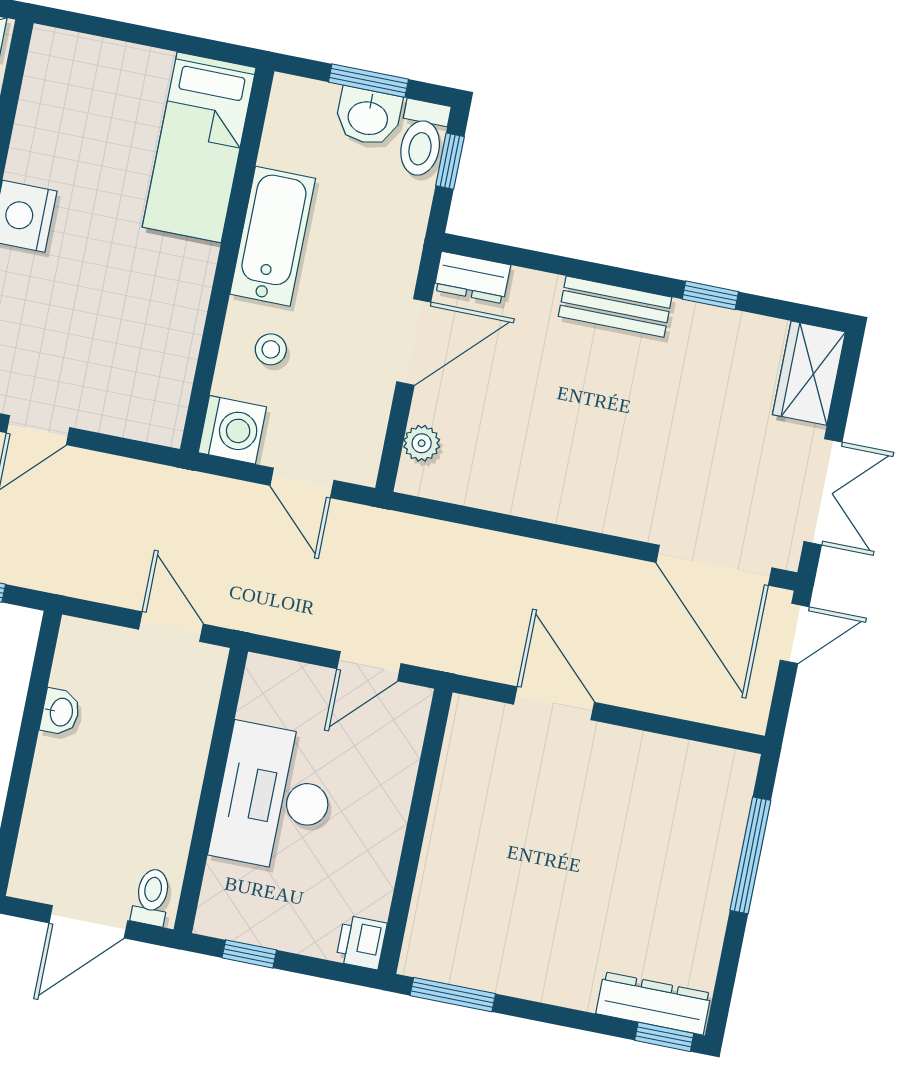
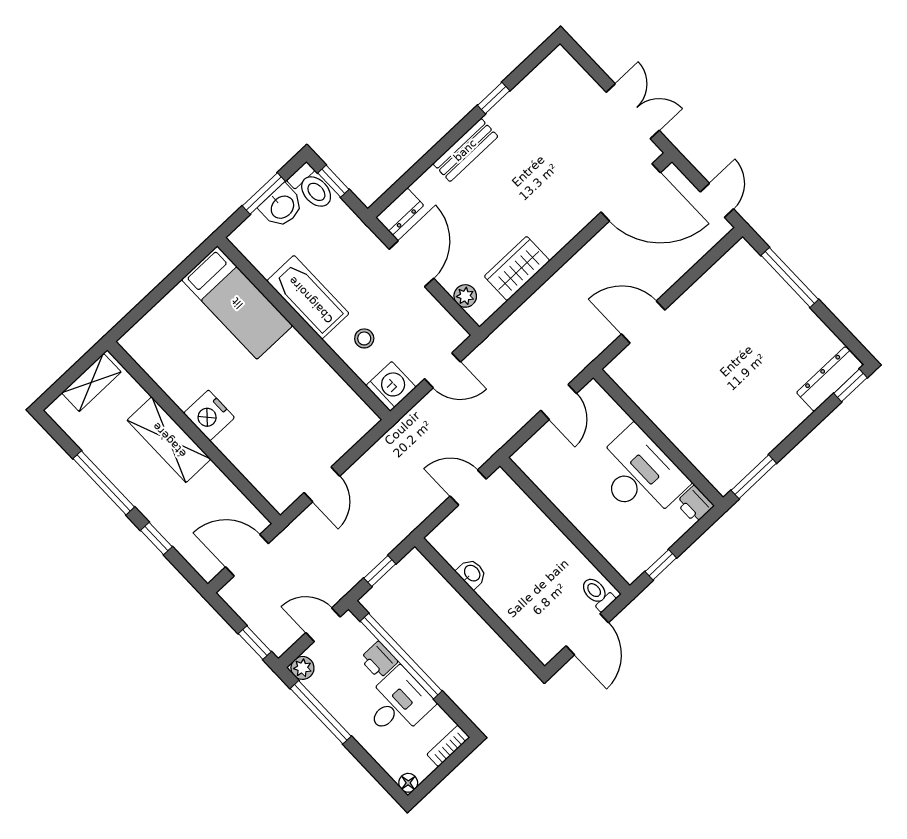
wardrobe: (809, 373) -> (517, 269), moved, turned 90
door: (795, 633) -> (717, 200), moved
desk: (274, 798) -> (639, 475), moved, turned 180

